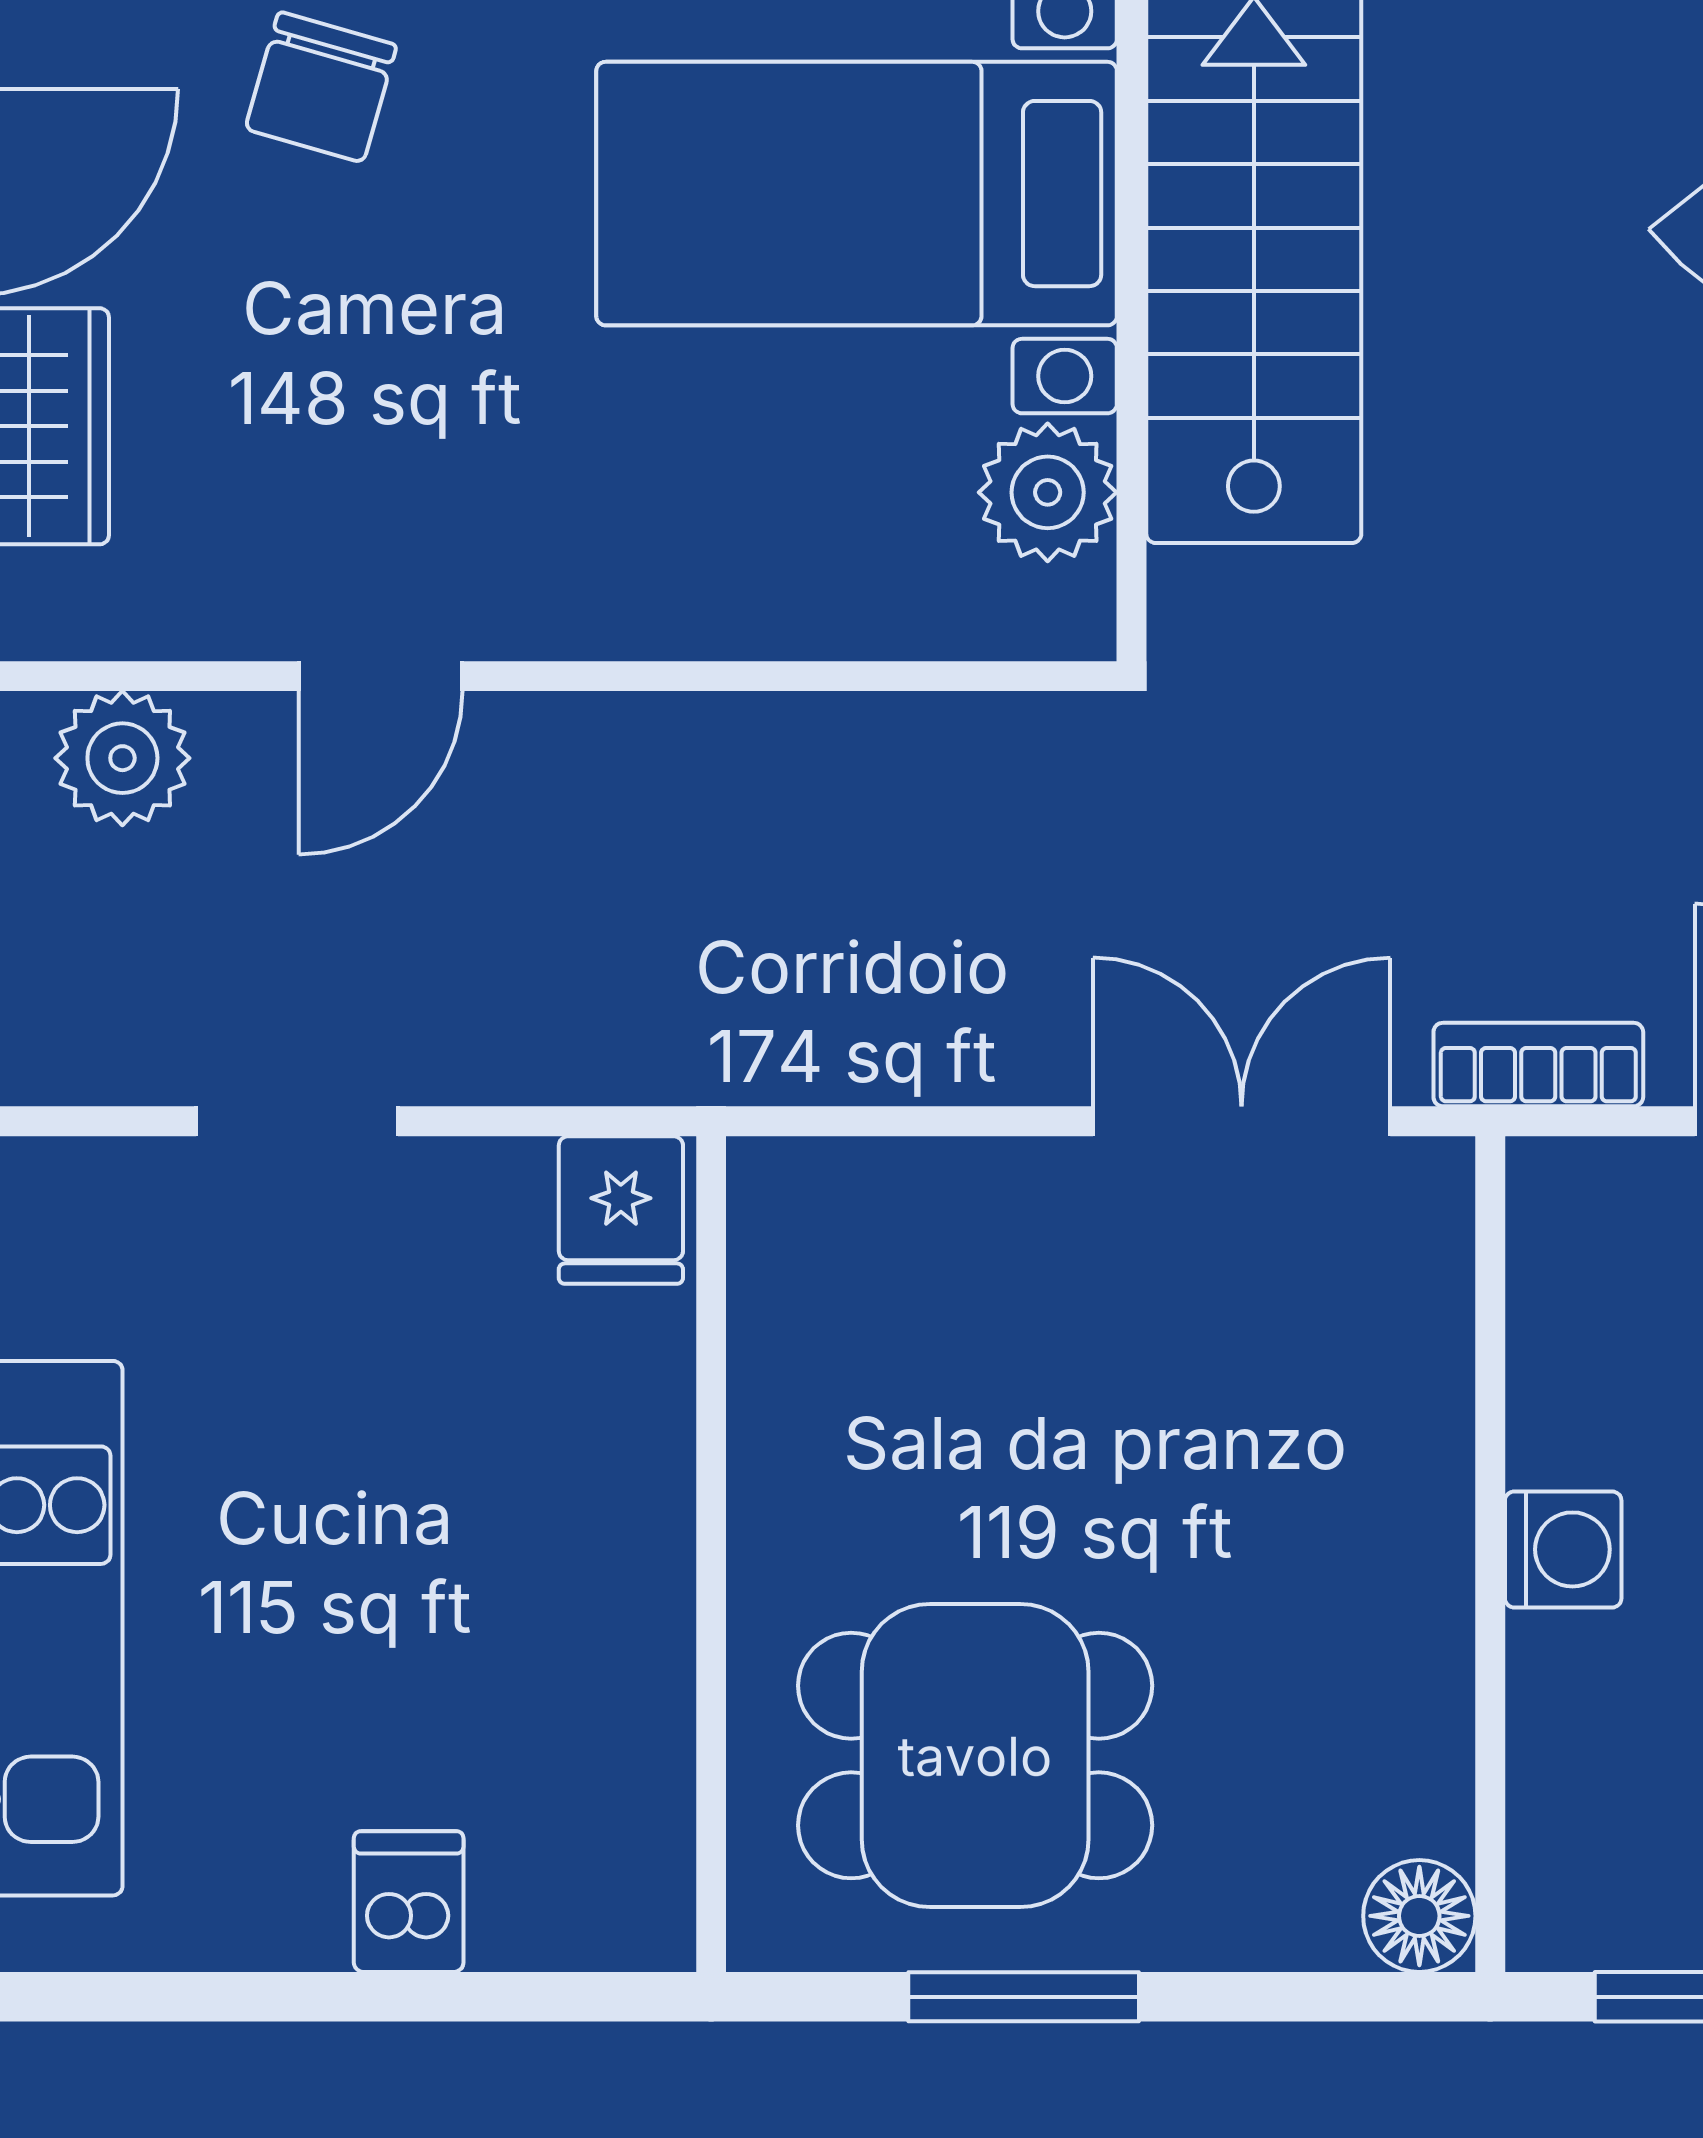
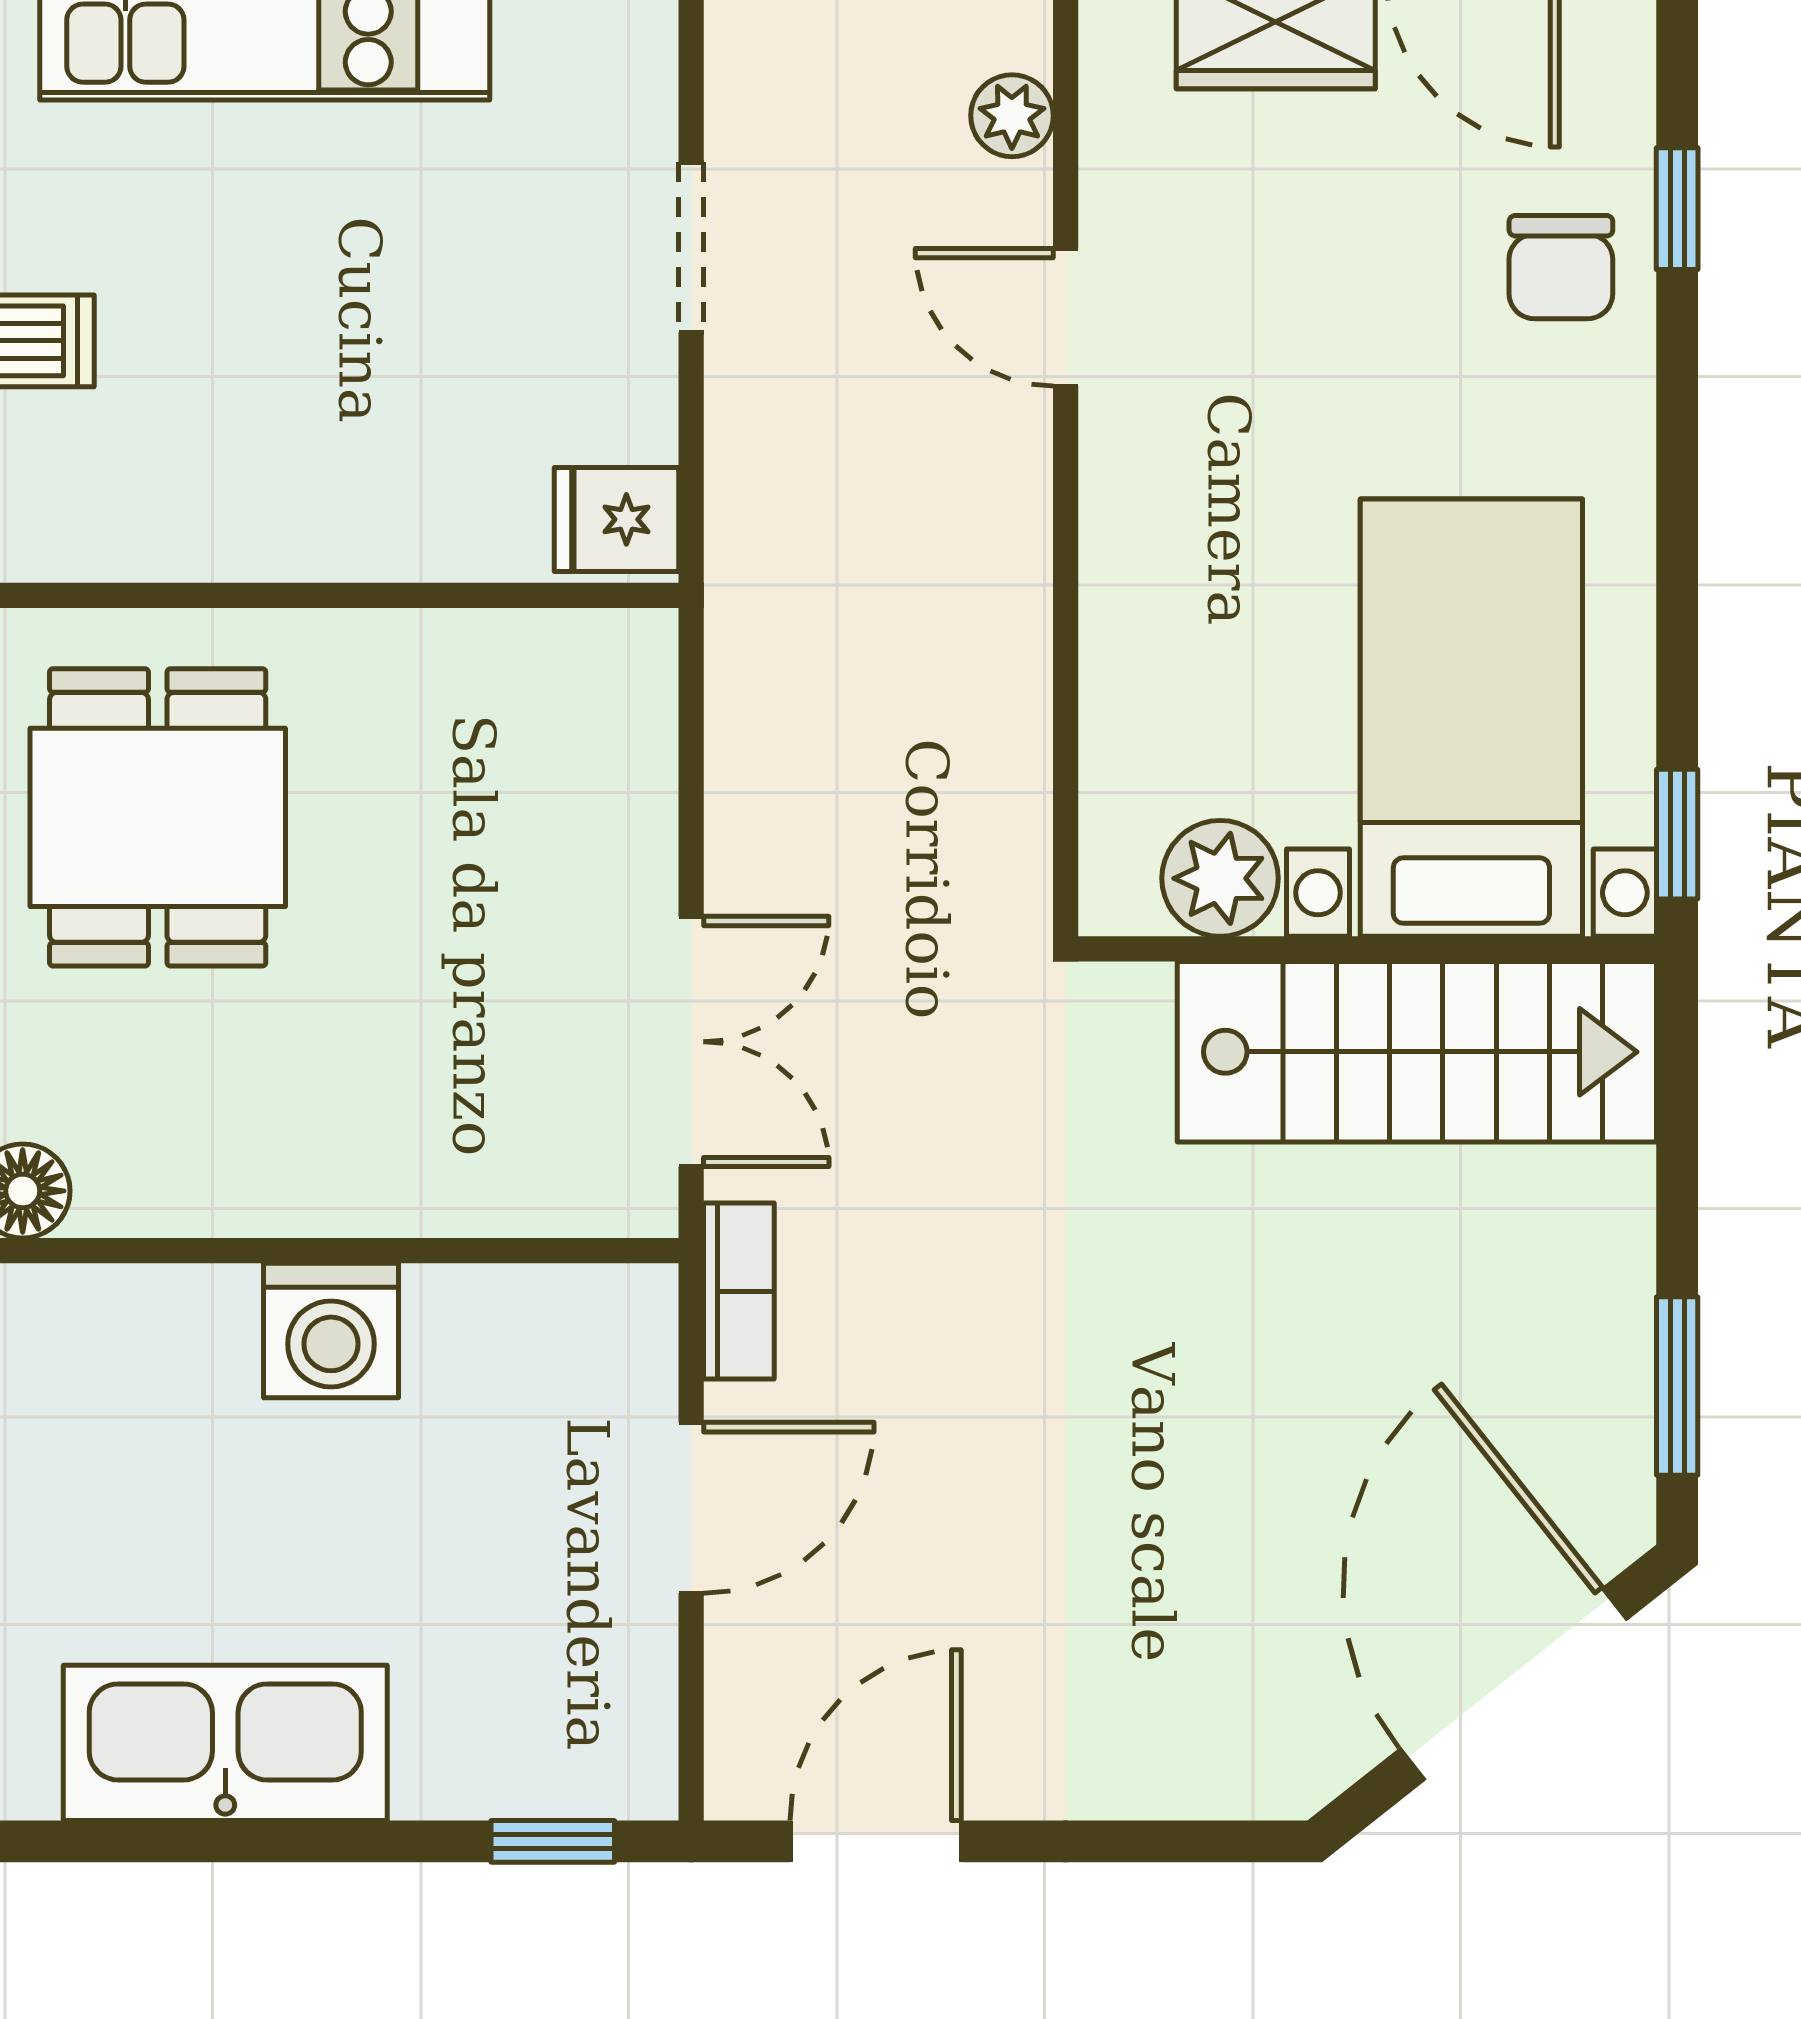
chair: (321, 87) -> (1561, 267), turned -106
plant: (122, 758) -> (1012, 116), width x0.73, depth x0.73
washing machine: (1563, 1549) -> (331, 1330), width x1.38, depth x1.38

